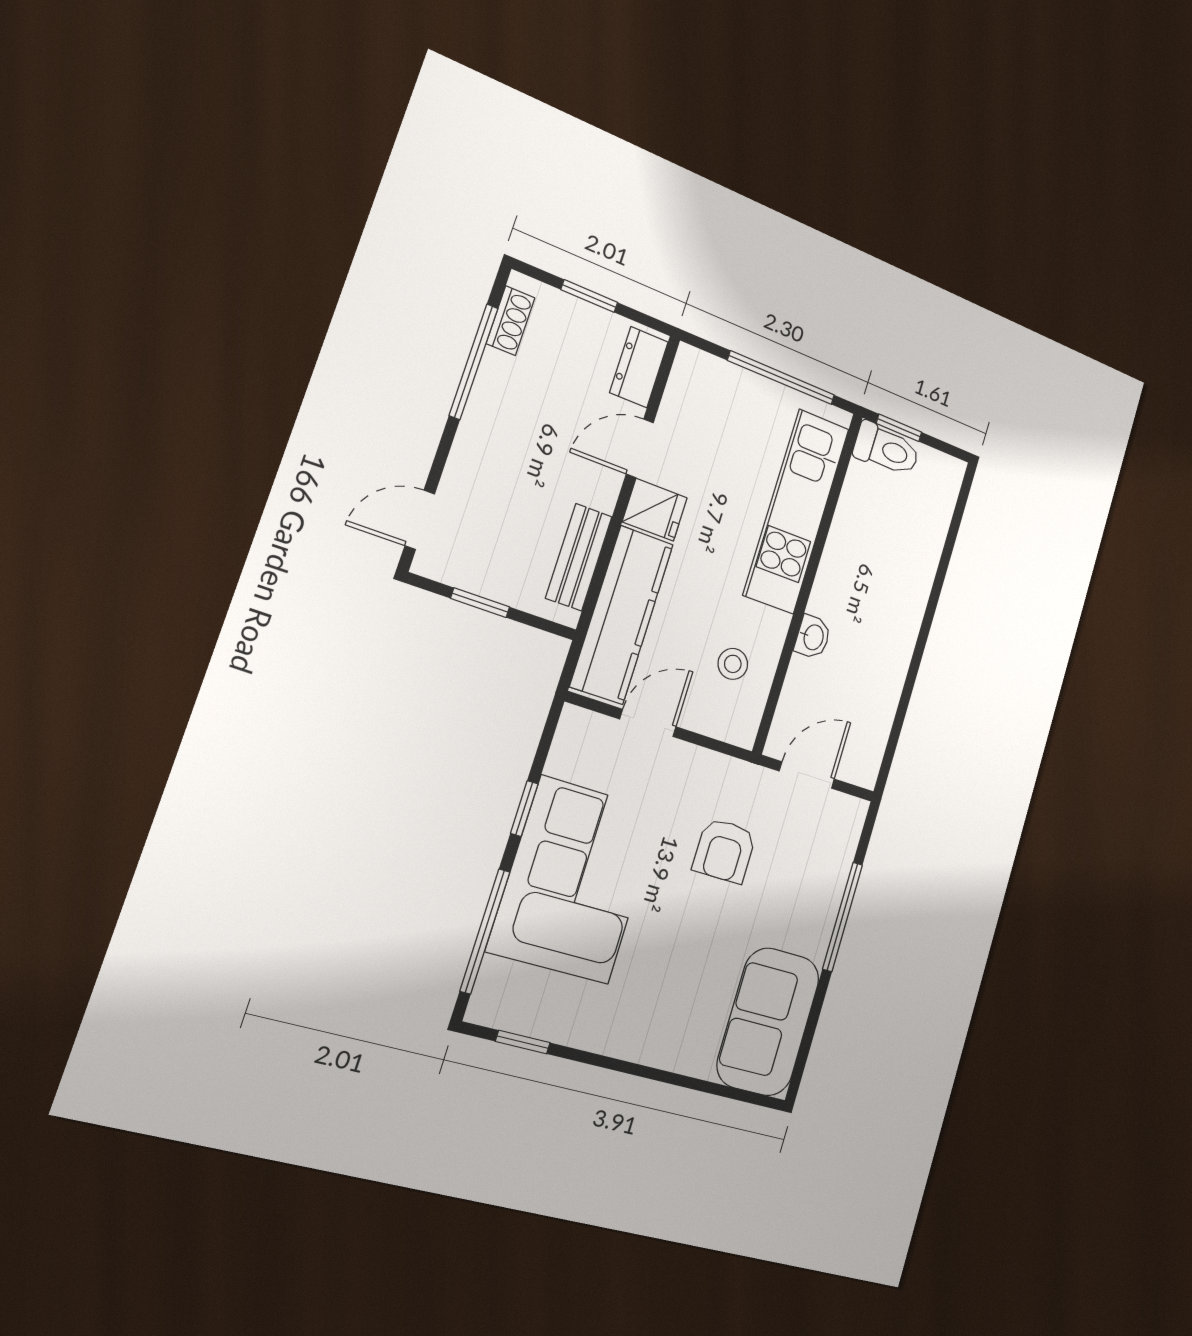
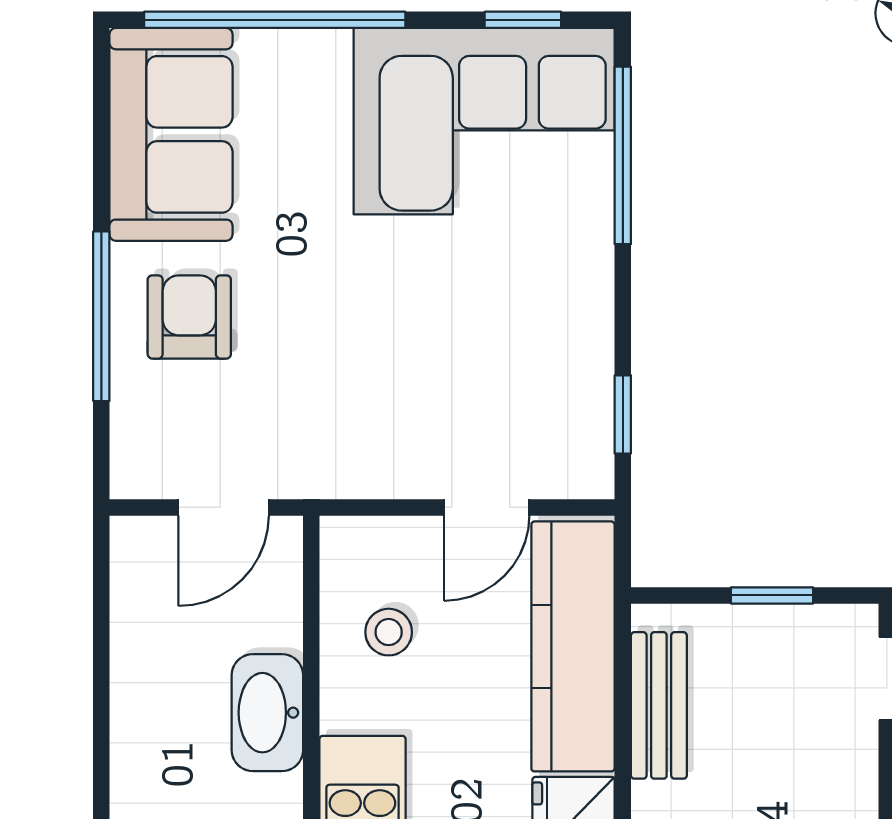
washbasin: (813, 637) -> (267, 713), width x1.91, depth x1.45
window: (524, 809) -> (623, 414), moved
armchair: (724, 851) -> (189, 317), moved
corner sofa: (575, 880) -> (484, 121), moved, turned -90
window: (683, 1081) -> (275, 20), added

